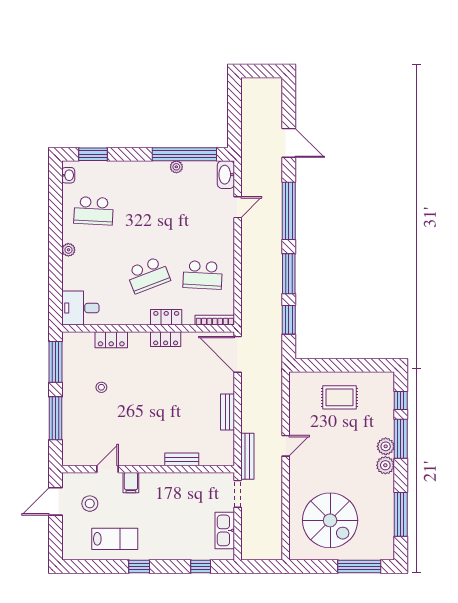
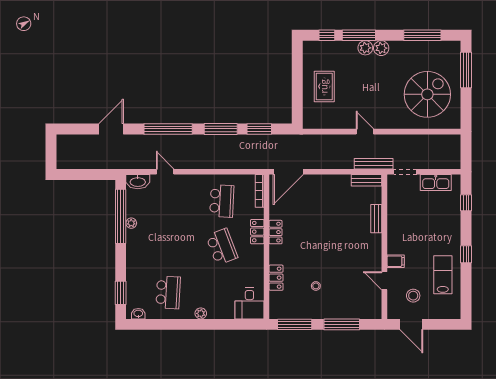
bench: (228, 412) -> (367, 180), moved

